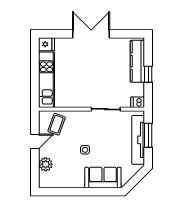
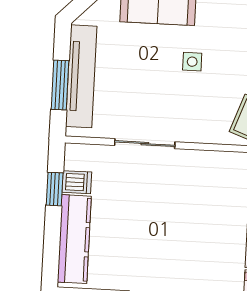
window: (148, 74) -> (55, 189), moved
dishwasher: (138, 102) -> (77, 182), moved

